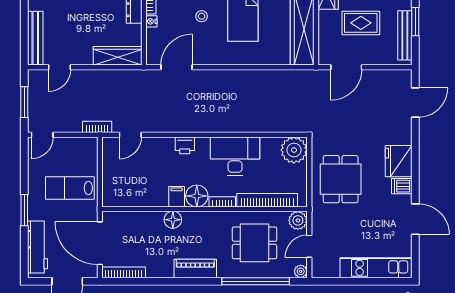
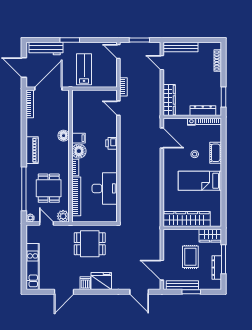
door: (346, 67) -> (162, 270), moved
plant: (294, 150) -> (108, 214), removed
desk: (235, 156) -> (105, 188), moved

